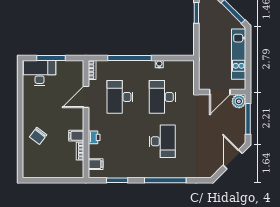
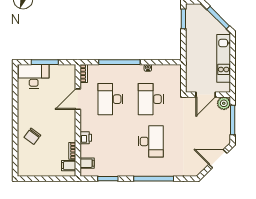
filing cabinet: (76, 136) -> (69, 166), moved
door: (233, 159) -> (218, 159), hinge flipped

